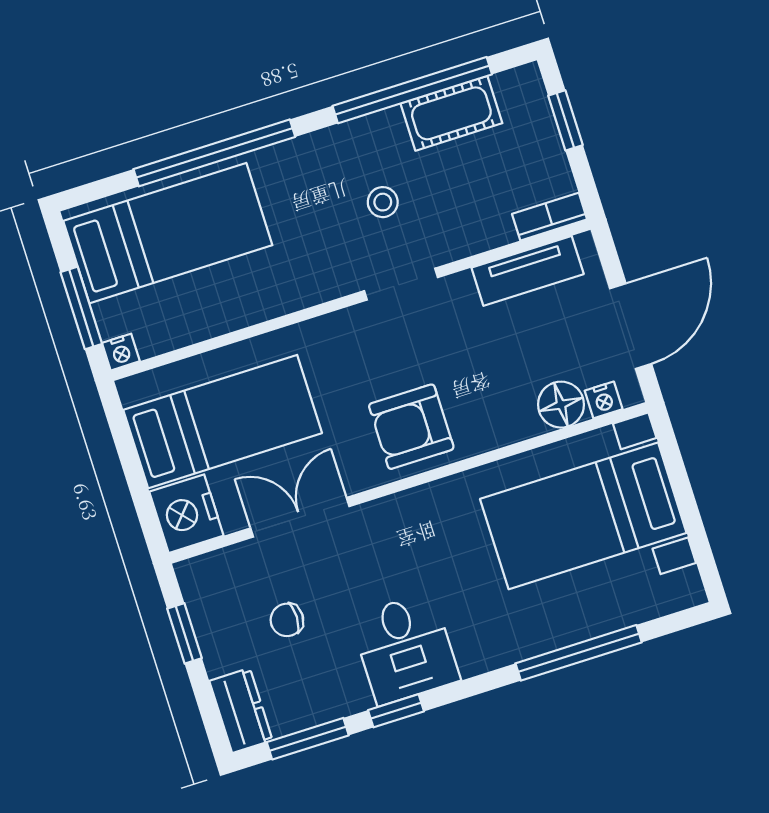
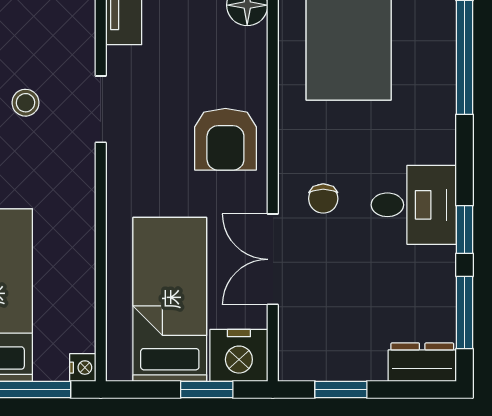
window: (139, 491) -> (207, 390), added
chair: (287, 620) -> (323, 199), moved

